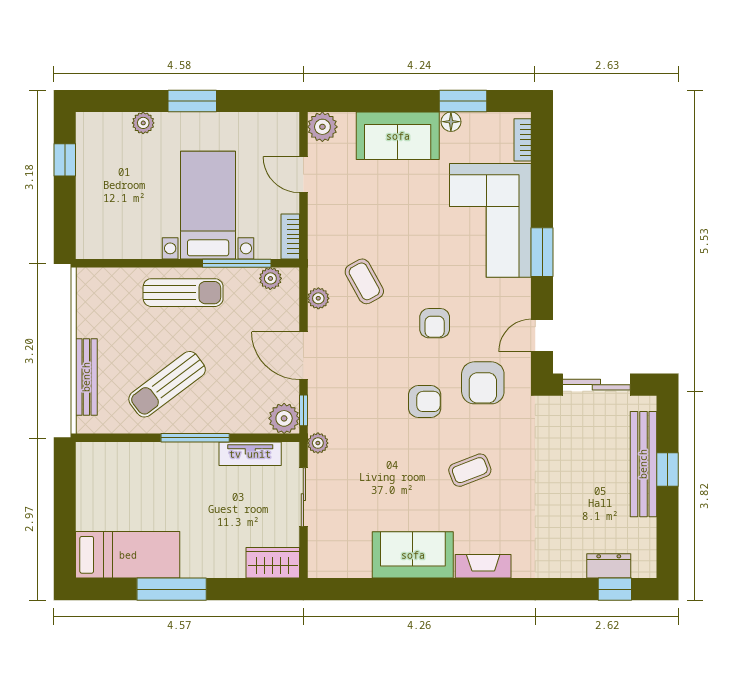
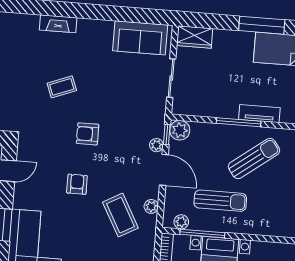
coffee table: (364, 281) -> (120, 215), width x1.36, depth x1.30
sun lounger: (183, 293) -> (220, 201), moved, turned 180
armchair: (483, 383) -> (49, 143), removed
plant: (318, 443) -> (156, 145), moved
tv unit: (250, 454) -> (259, 114), moved
sofa: (413, 555) -> (140, 38), moved

